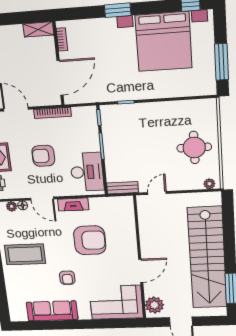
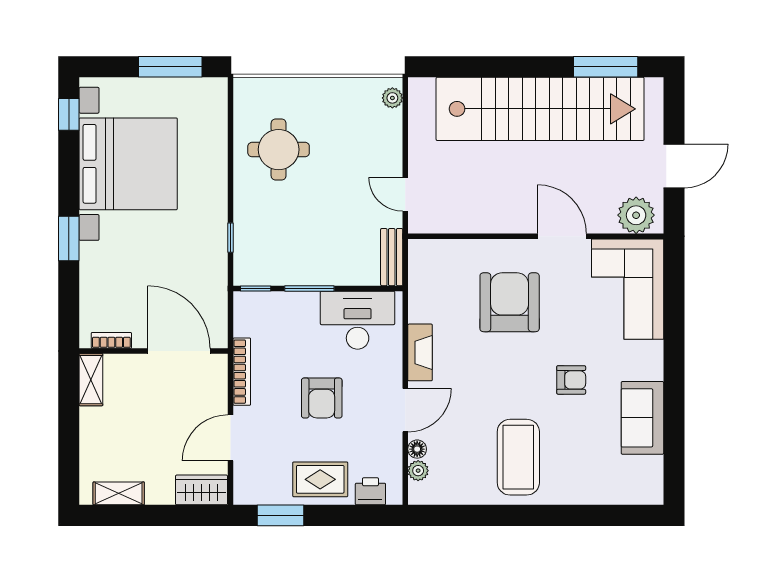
round table: (194, 148) -> (279, 150), moved
armchair: (90, 240) -> (510, 302), moved
sofa: (52, 311) -> (642, 418), width x0.73

